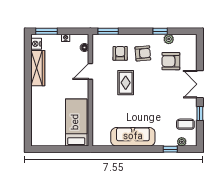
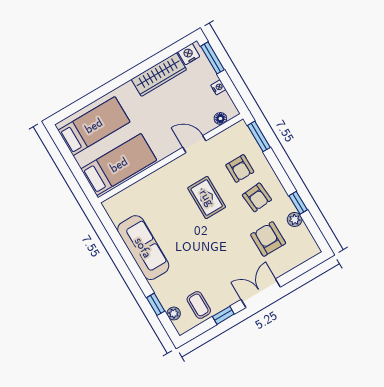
armchair: (120, 53) -> (240, 168), turned 90
rug: (126, 83) -> (207, 198), turned 90
bed: (45, 124) -> (94, 126), added

